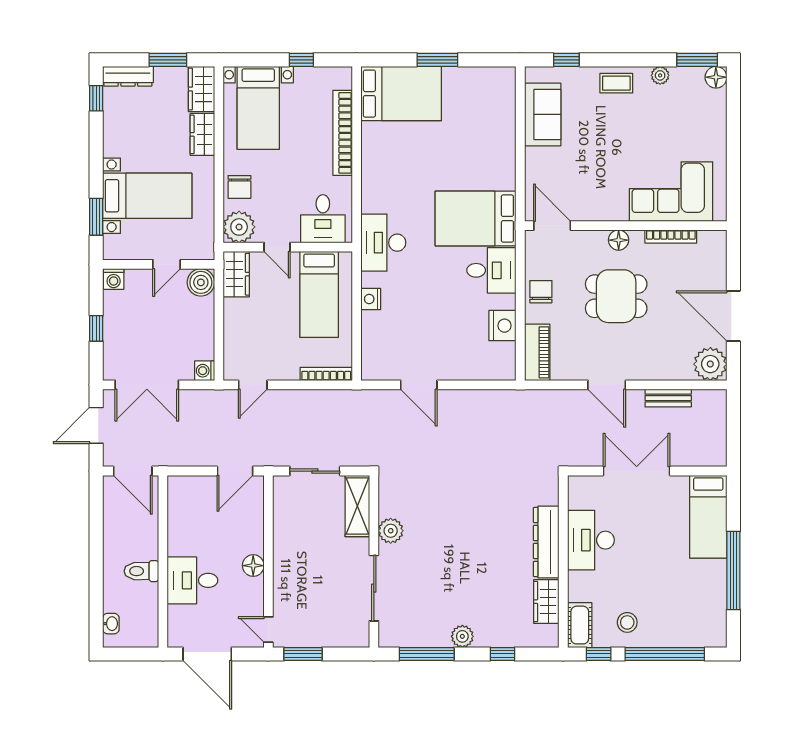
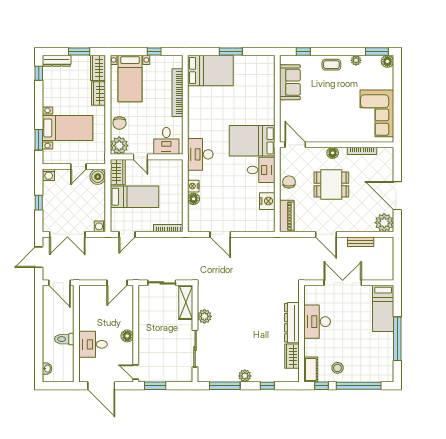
corner sofa: (671, 192) -> (377, 113), moved, turned -90
bed: (319, 294) -> (134, 197), moved, turned -90
floor lamp: (371, 322) -> (194, 199), added

